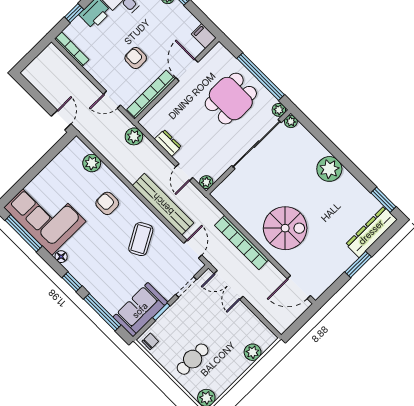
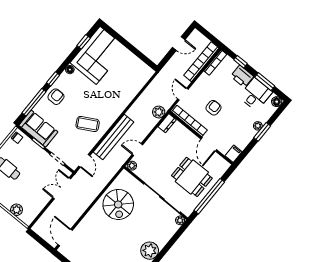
door: (187, 70) -> (209, 144), swing flipped
plant: (279, 110) -> (187, 211), removed
door: (61, 120) -> (179, 43), moved
dresser: (168, 143) -> (167, 123), moved
plant: (92, 163) -> (137, 84), removed
armchair: (107, 203) -> (56, 97), moved
spiral stairs: (285, 228) -> (118, 204), moved
window: (24, 233) -> (84, 42), width x0.46
bookcase: (242, 243) -> (201, 62), moved
door: (193, 249) -> (84, 161), hinge flipped

